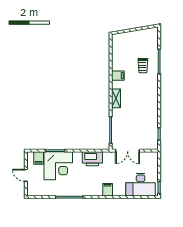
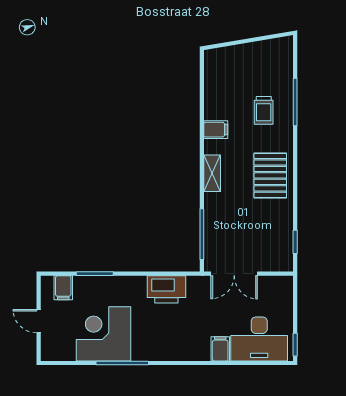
pallet: (146, 100) -> (270, 175), added
corner desk: (58, 166) -> (103, 334), moved, turned 180
filing cabinet: (108, 190) -> (220, 349), moved

